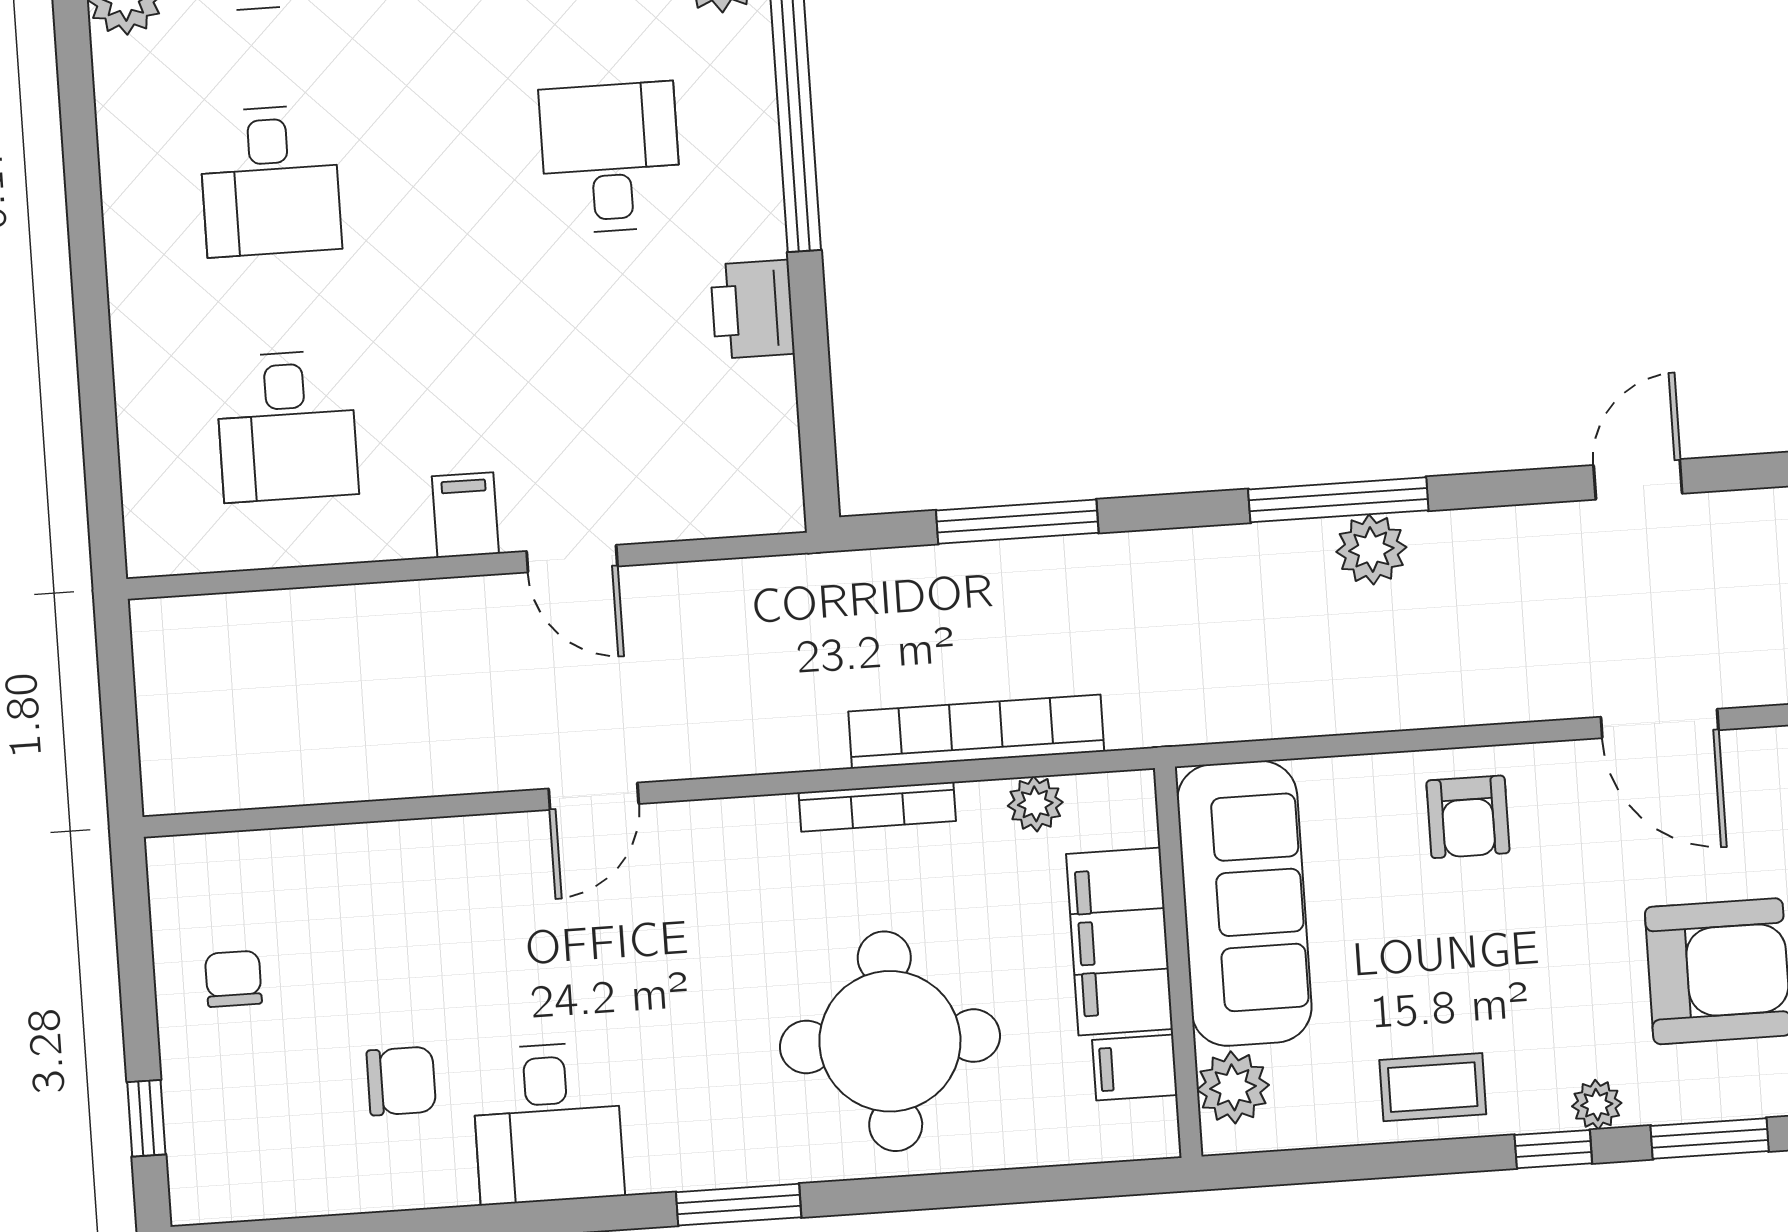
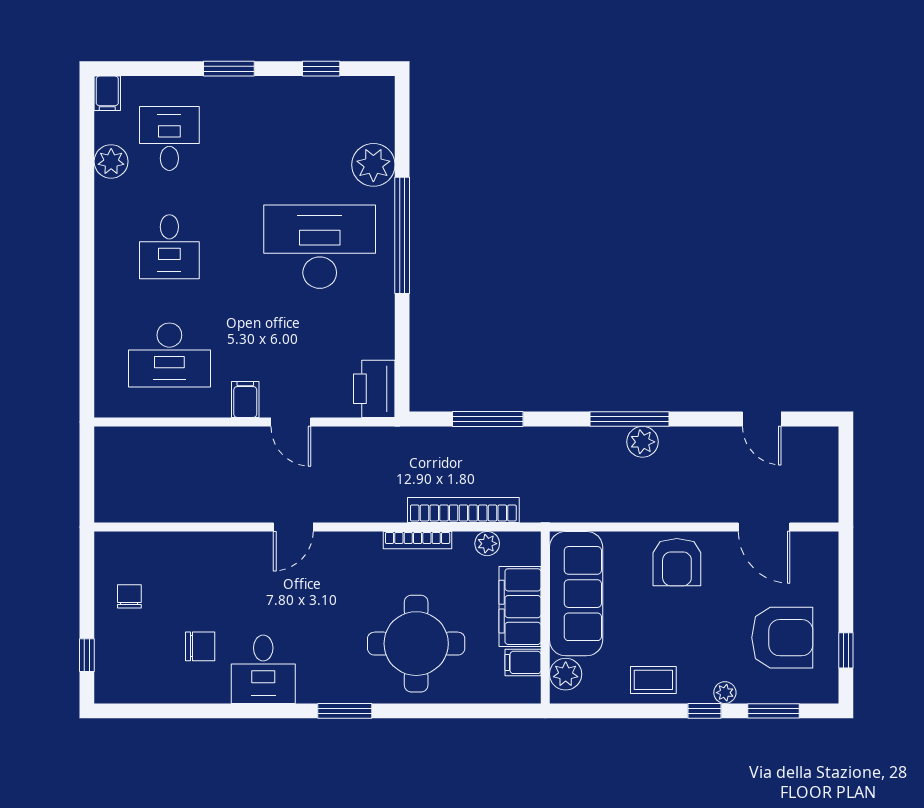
desk: (610, 158) -> (320, 247), width x1.87, depth x1.30
printer: (752, 309) -> (374, 389), moved, width x1.37, depth x1.19
desk: (287, 426) -> (169, 355), width x1.37
door: (1638, 479) -> (762, 419), swing flipped
armchair: (1468, 817) -> (677, 562), width x1.38, depth x1.38

